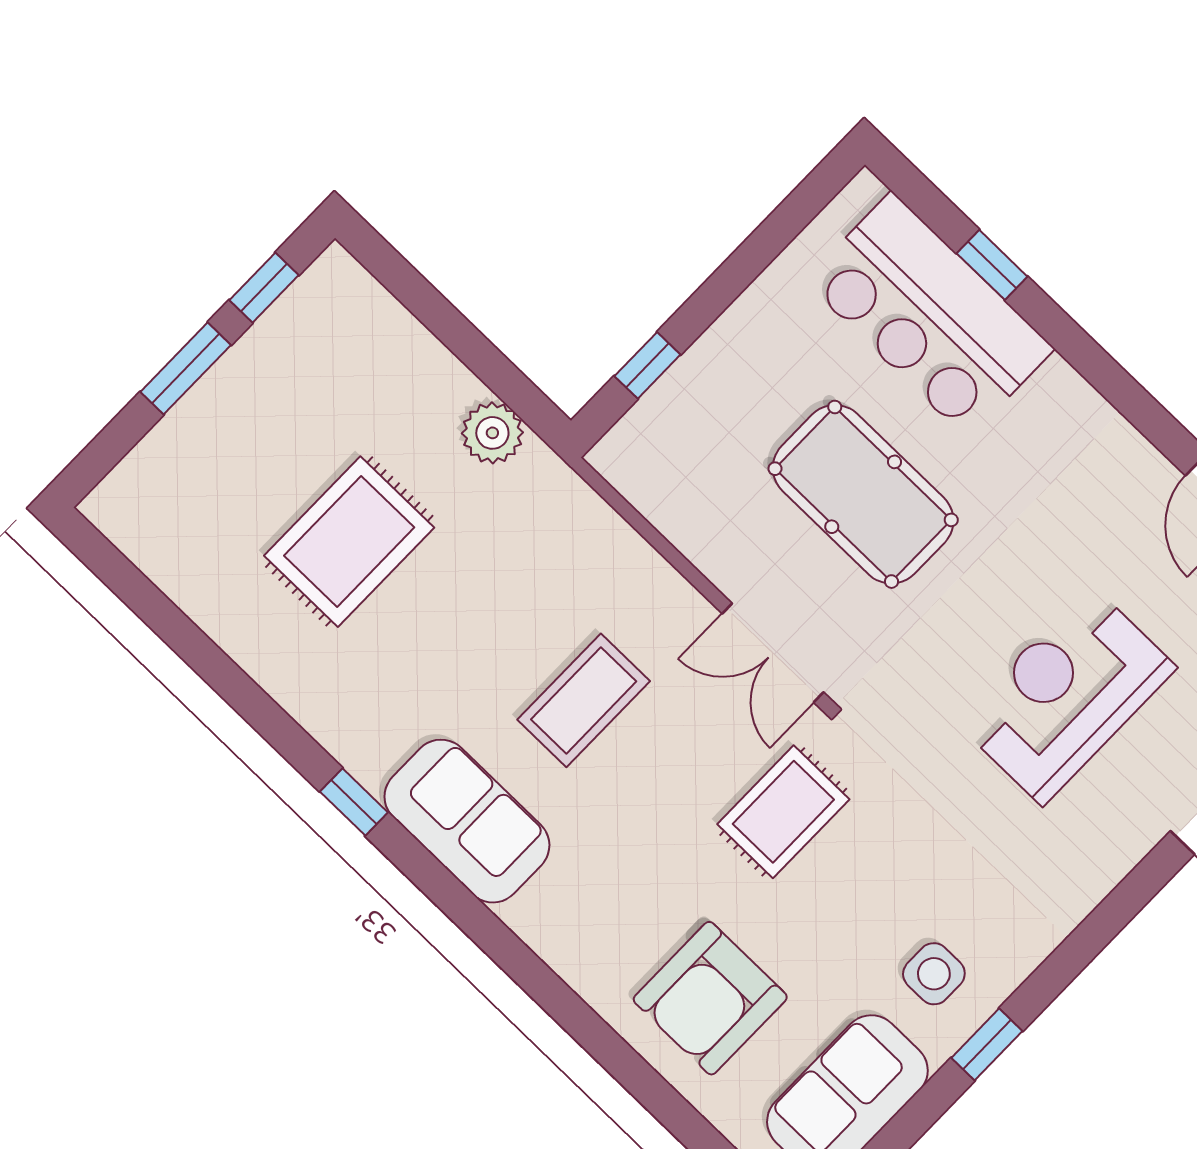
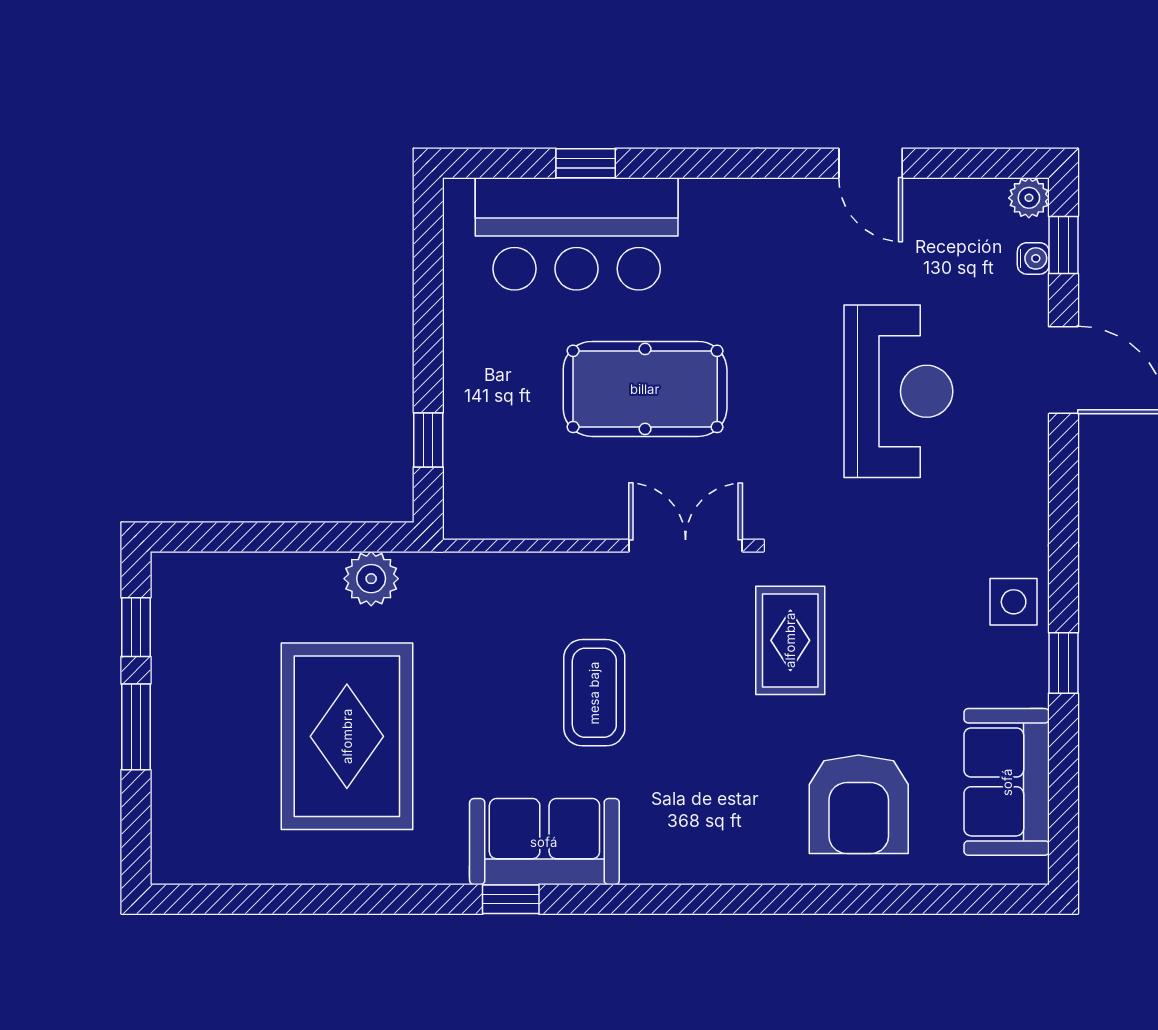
rug: (349, 542) -> (347, 736), width x1.37, depth x1.44
double door: (773, 653) -> (686, 546), swing flipped
reception desk: (1066, 695) -> (898, 391), turned 180
sofa: (467, 821) -> (544, 842), moved
side table: (934, 974) -> (1014, 602), moved

